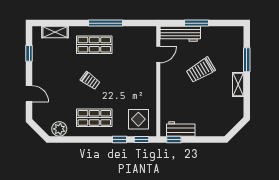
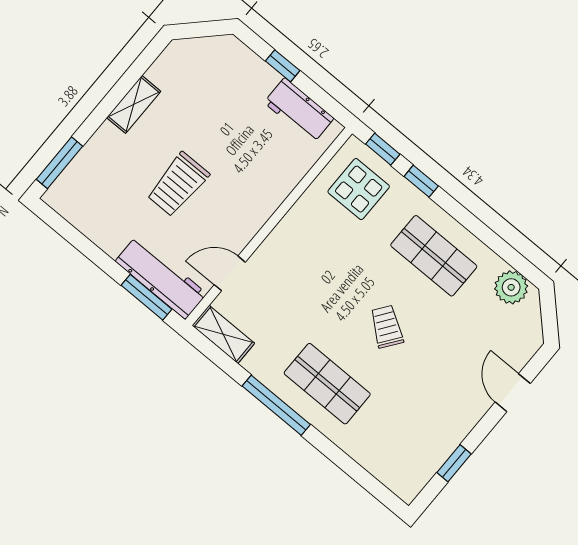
window: (197, 23) -> (147, 297), moved
shelving: (55, 32) -> (223, 334), moved
window: (247, 60) -> (59, 163), moved
trolley: (201, 70) -> (178, 184), turned 121
window: (174, 139) -> (283, 66), moved

